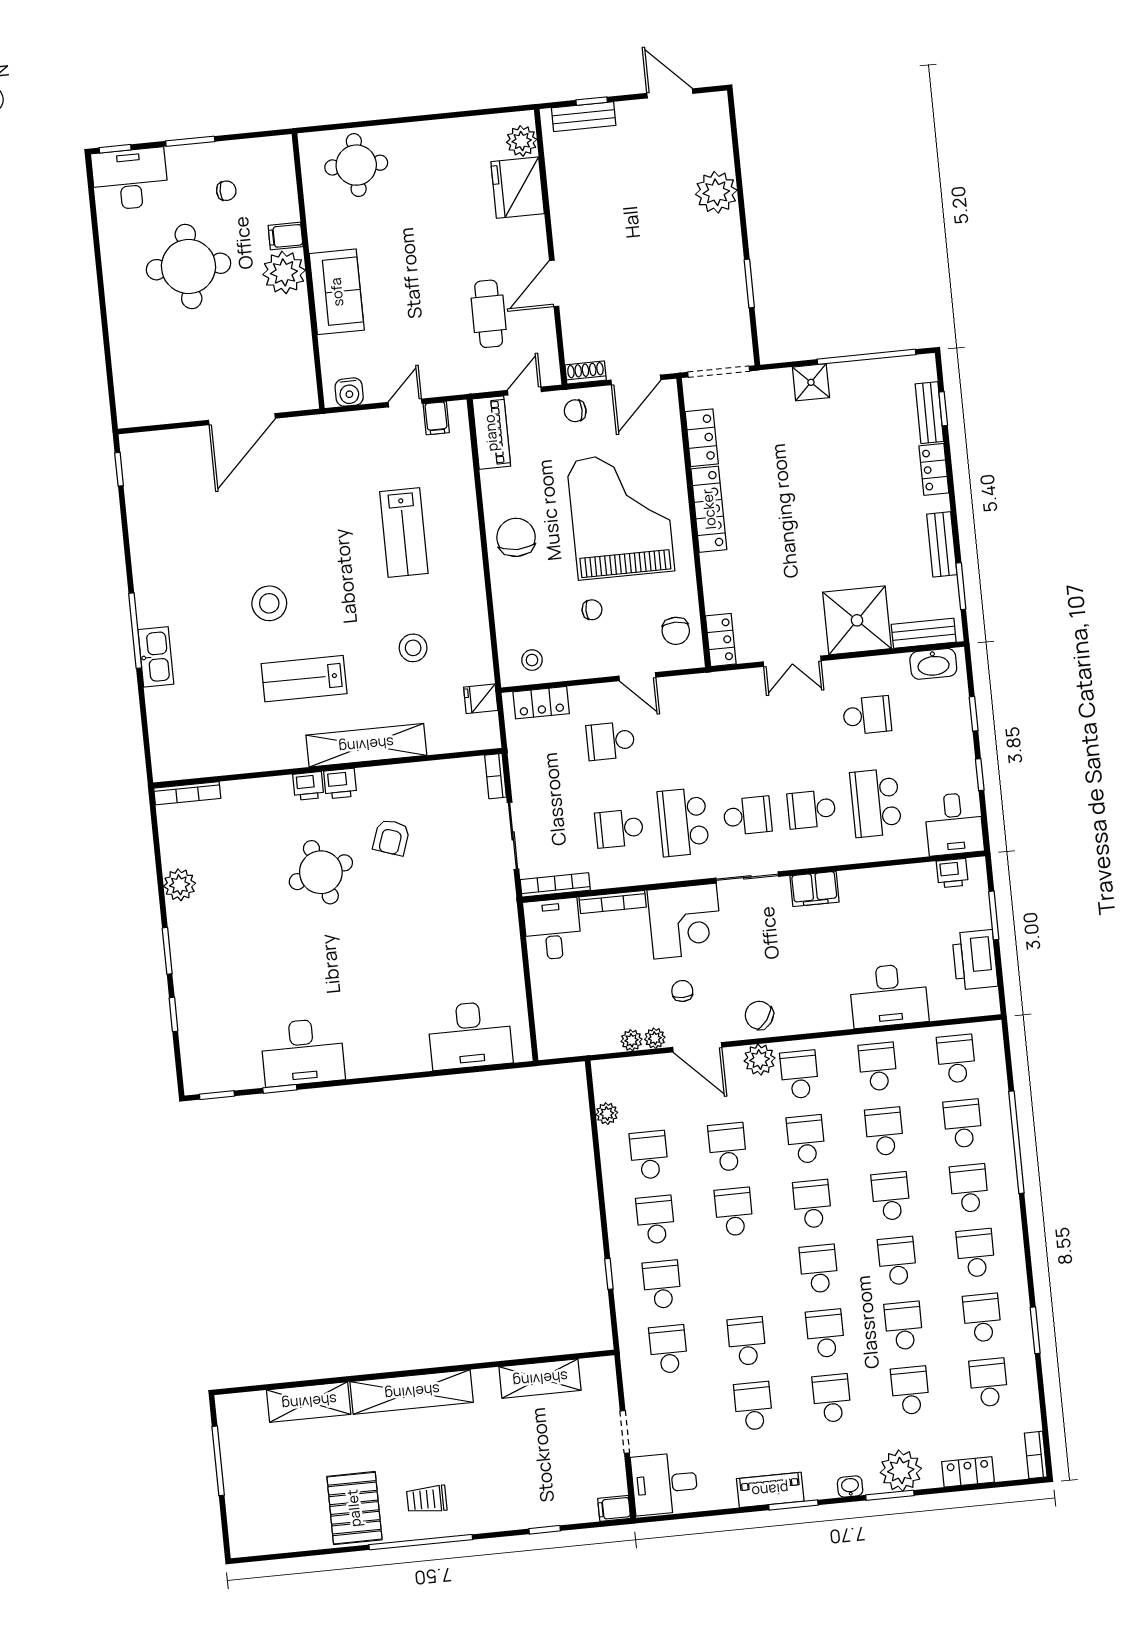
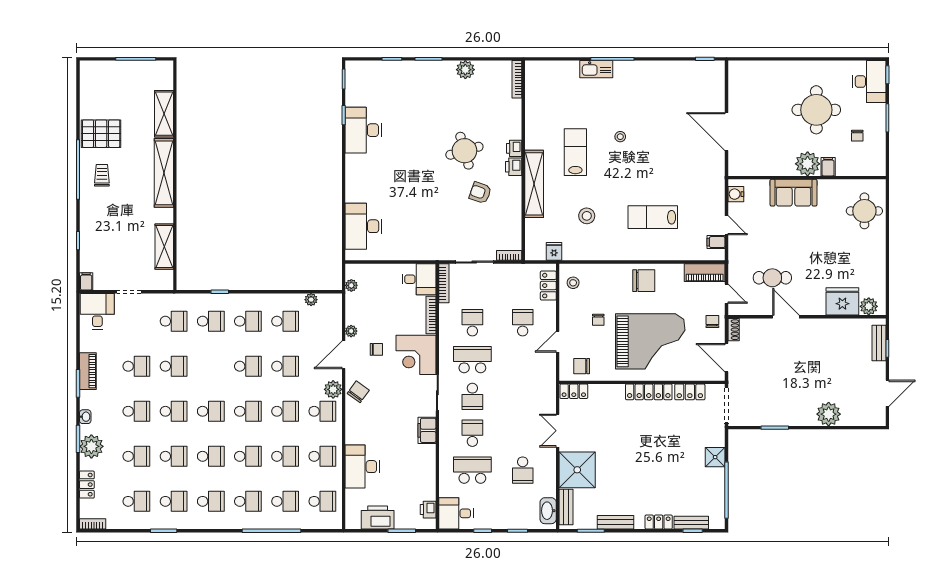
stool: (269, 603) -> (620, 137), width x0.53, depth x0.53
plant: (631, 1040) -> (351, 285), moved

